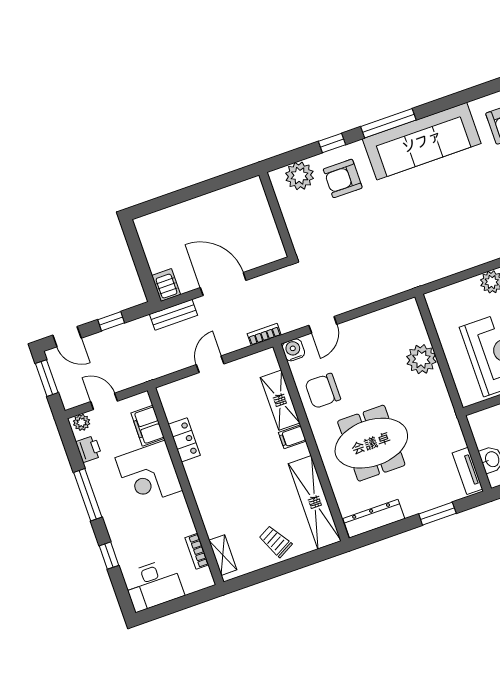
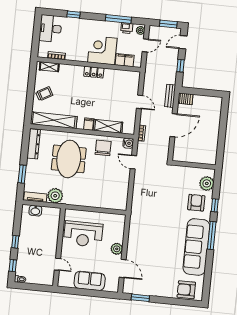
plant: (421, 359) -> (55, 196), moved
locker: (184, 440) -> (94, 72), moved
window: (88, 495) -> (118, 19), moved

